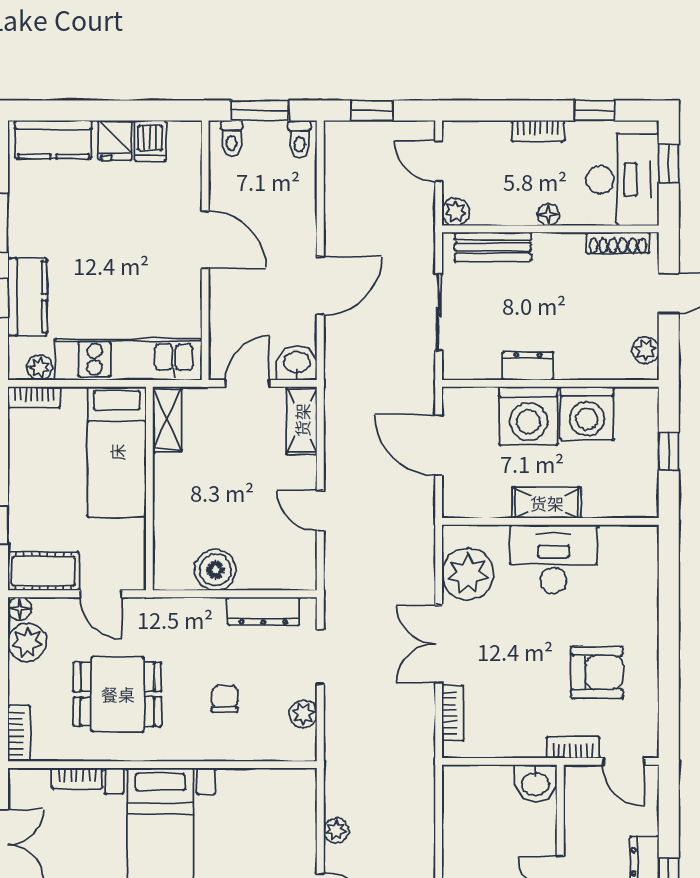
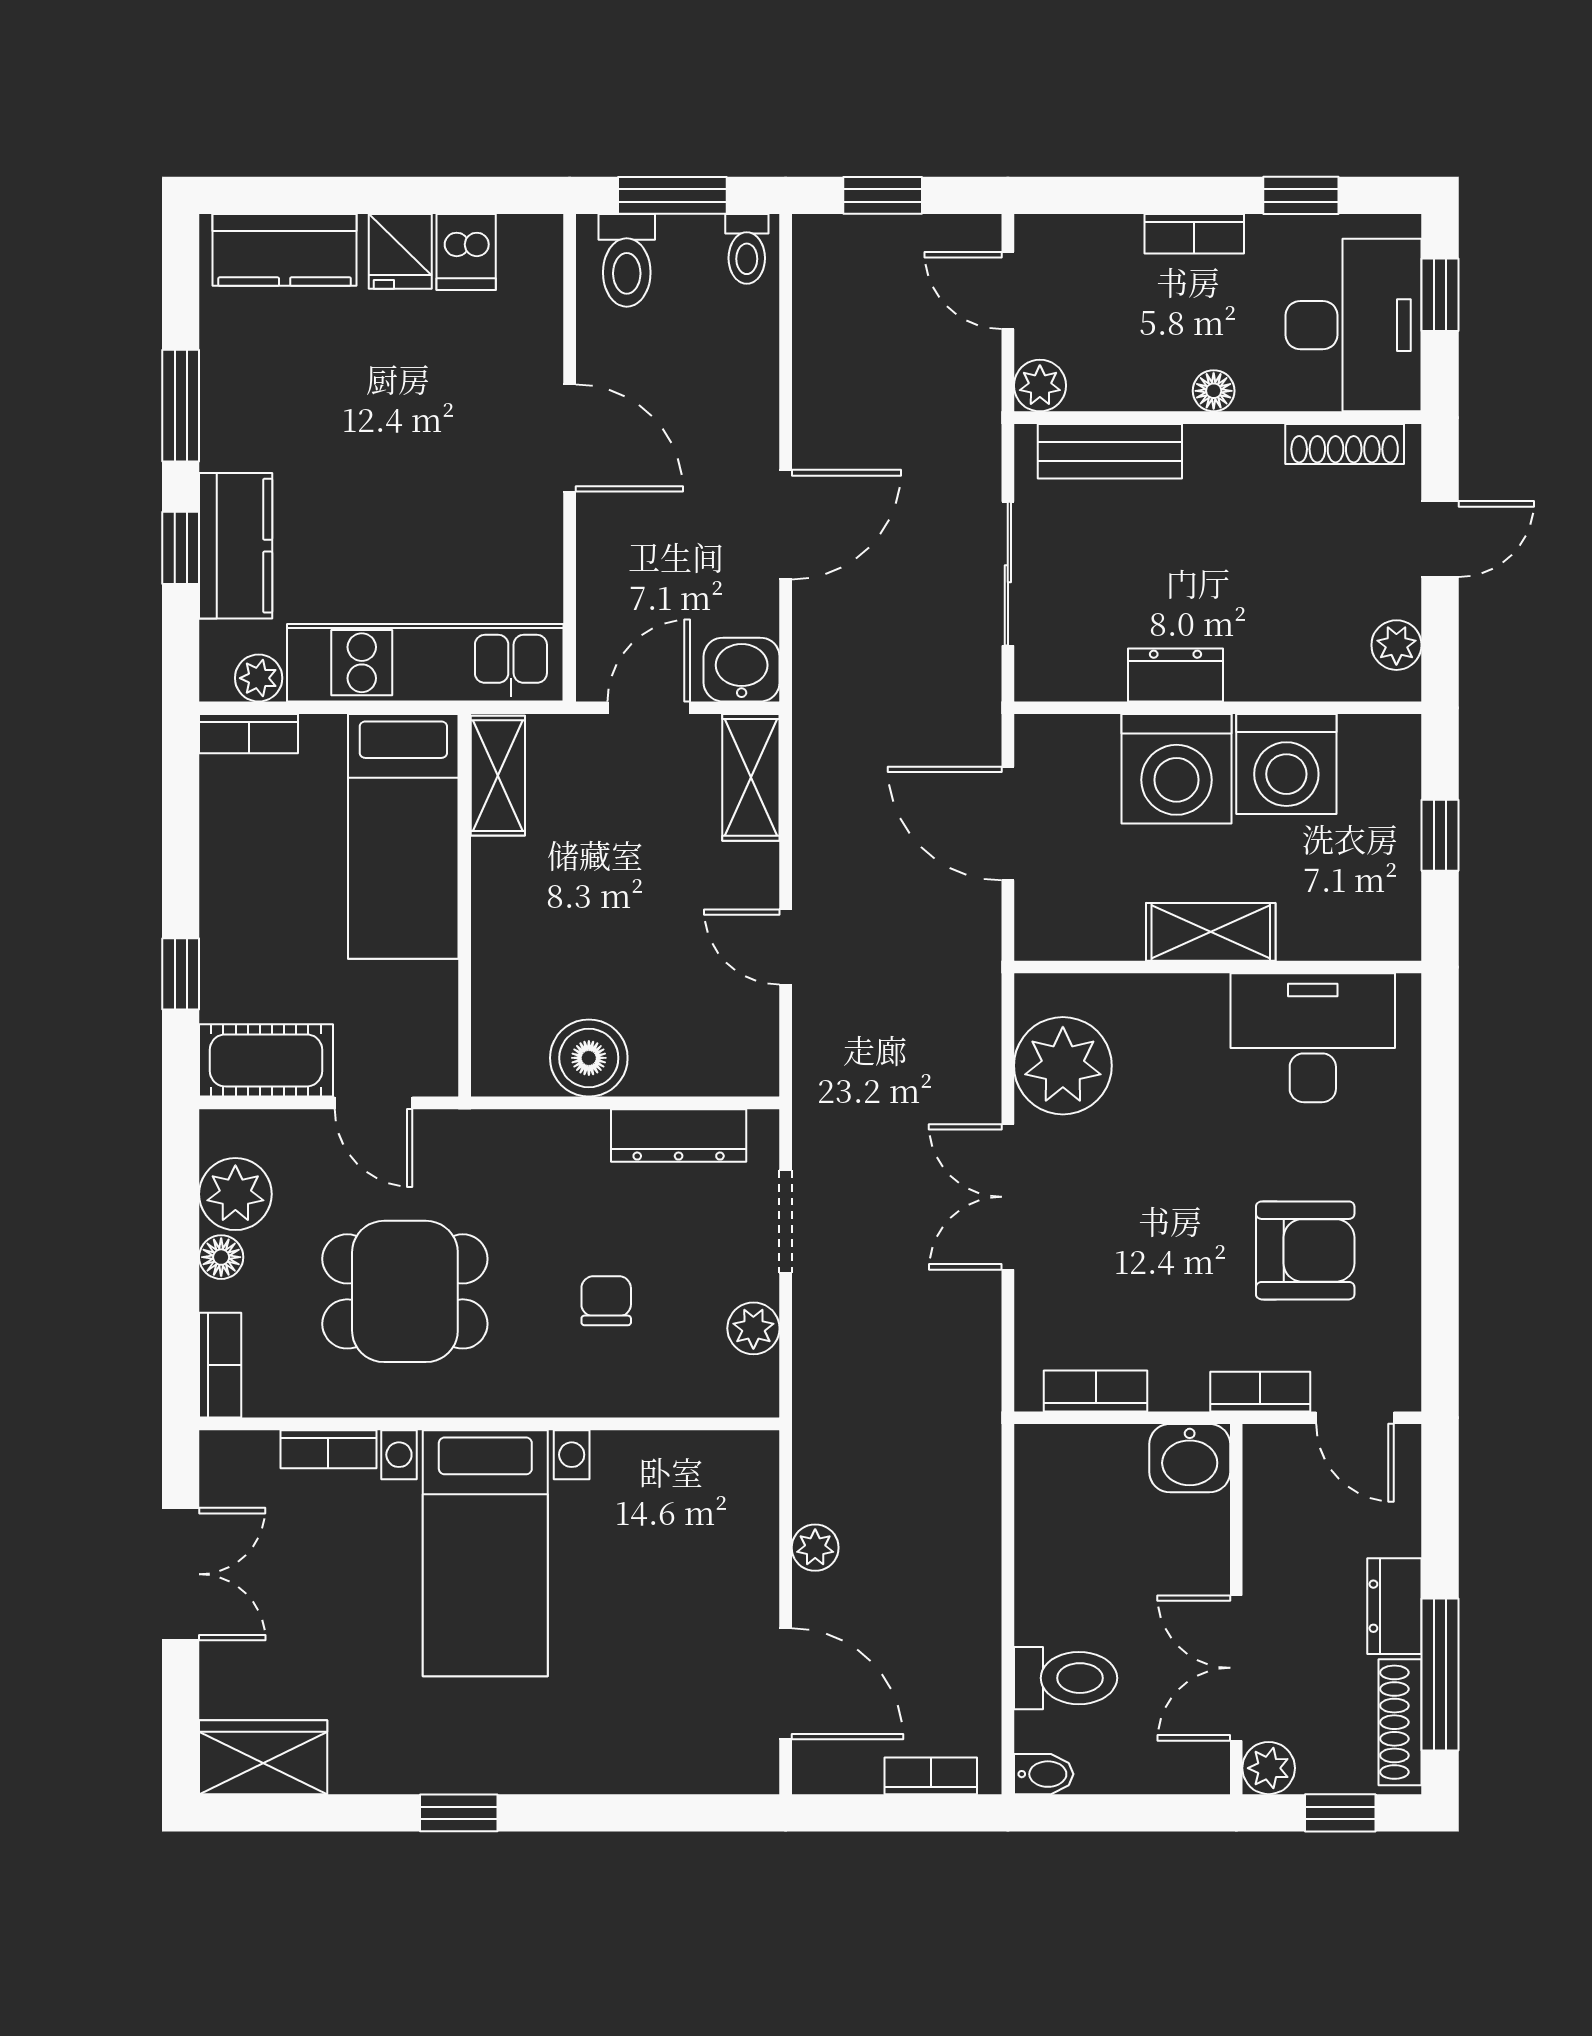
toilet: (232, 138) -> (627, 260), width x1.37, depth x1.39
desk: (554, 559) -> (1313, 1038), moved
floor lamp: (20, 609) -> (221, 1257), moved
bookcase: (453, 713) -> (1096, 1391), moved, turned -90

